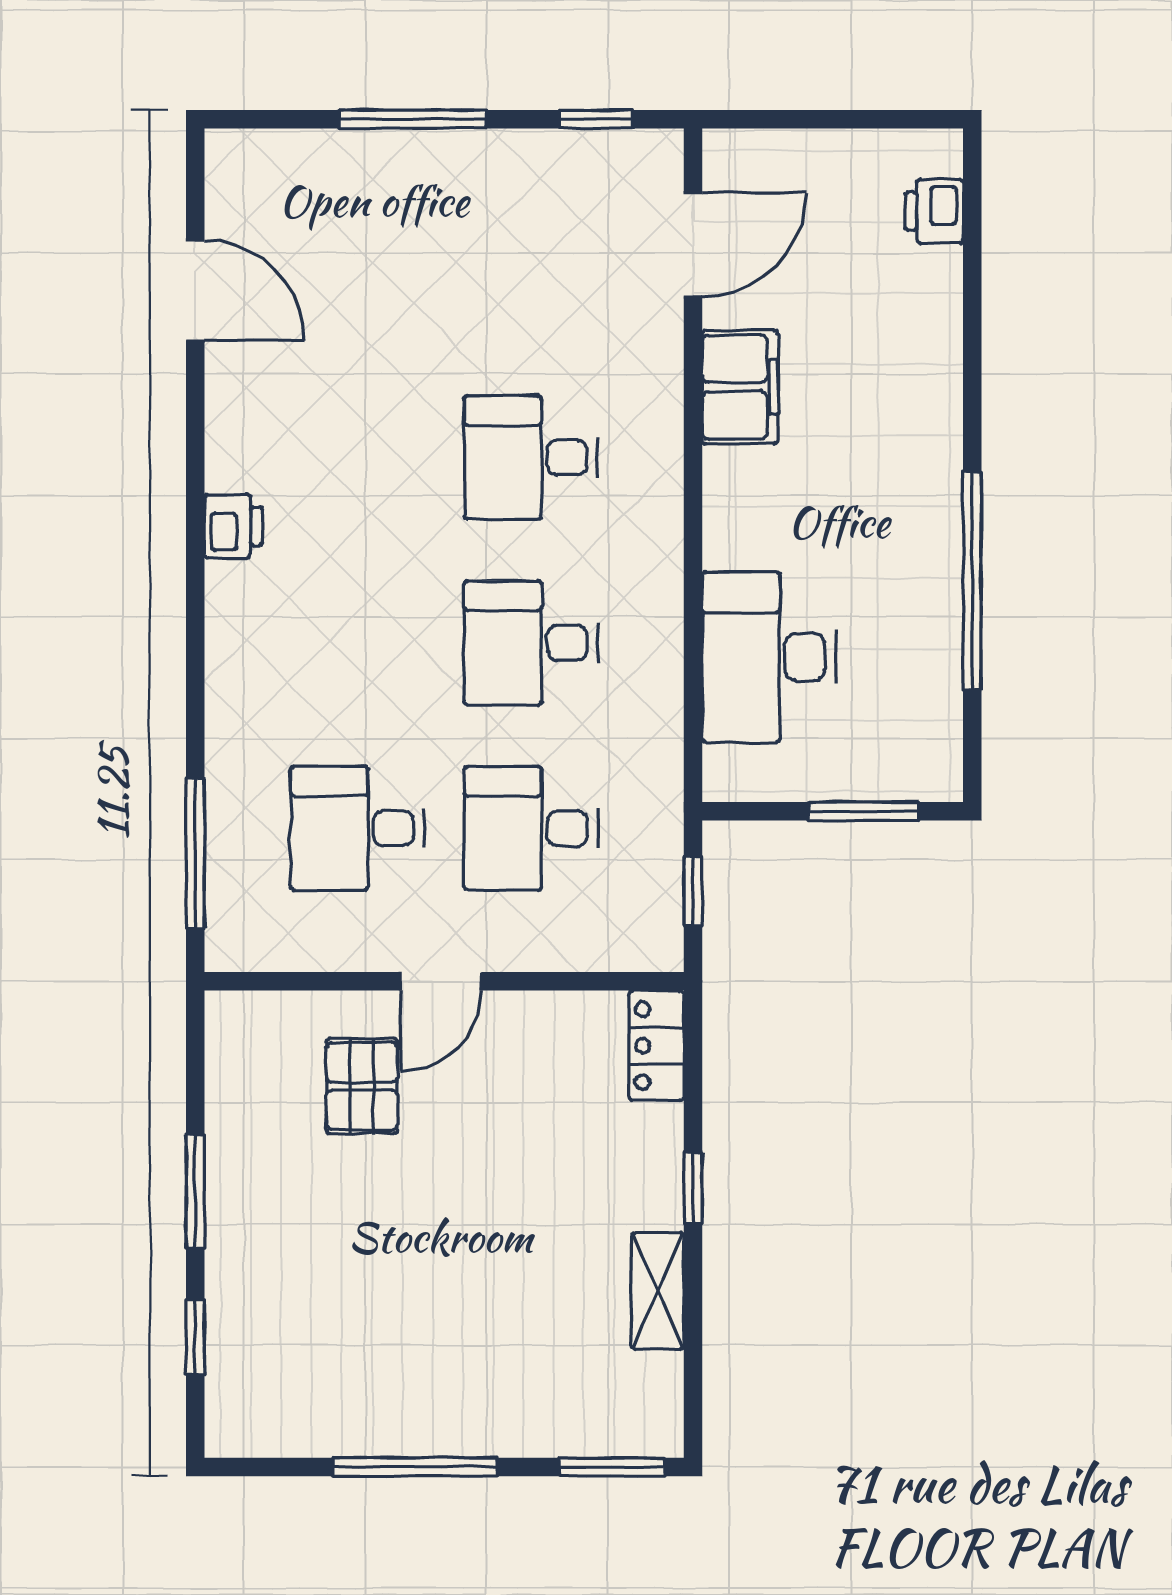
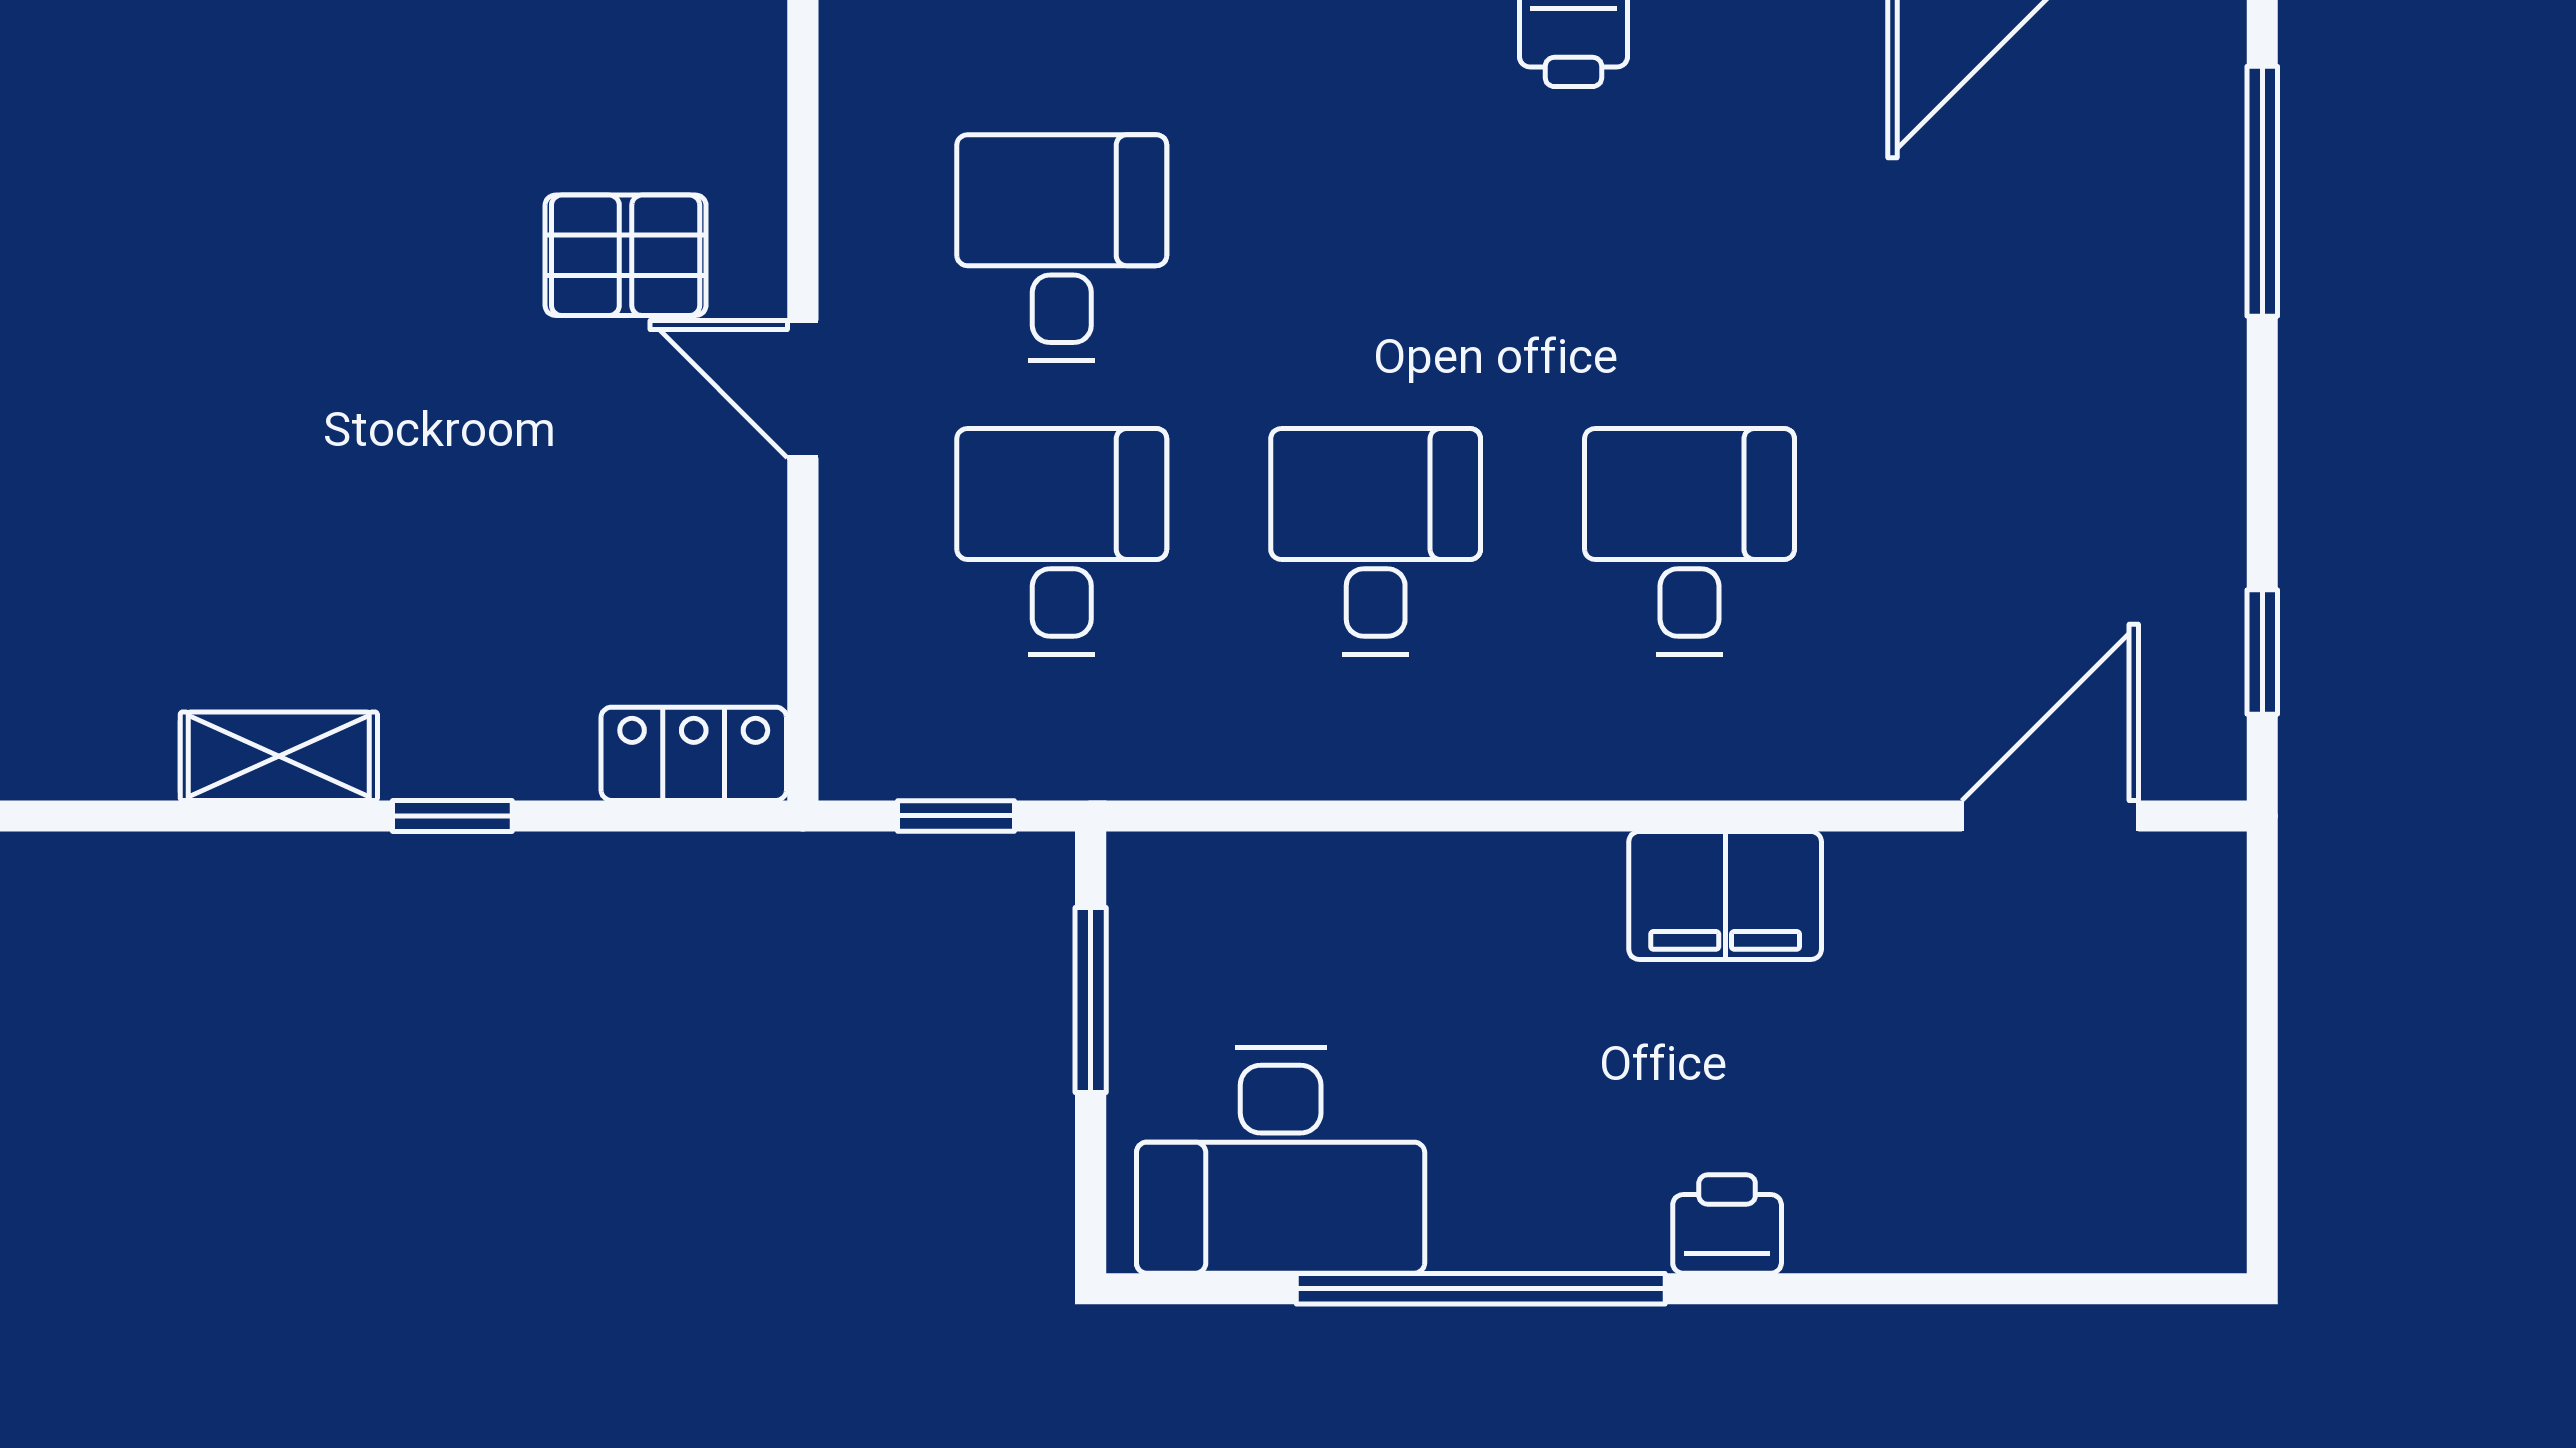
window: (413, 119) -> (2262, 191), moved
printer: (934, 211) -> (1727, 1224), moved
door: (693, 245) -> (2050, 816), swing flipped
filing cabinet: (740, 387) -> (1725, 895), moved
desk: (769, 657) -> (1281, 1160), moved, turned 180
window: (864, 811) -> (1091, 1000), moved

